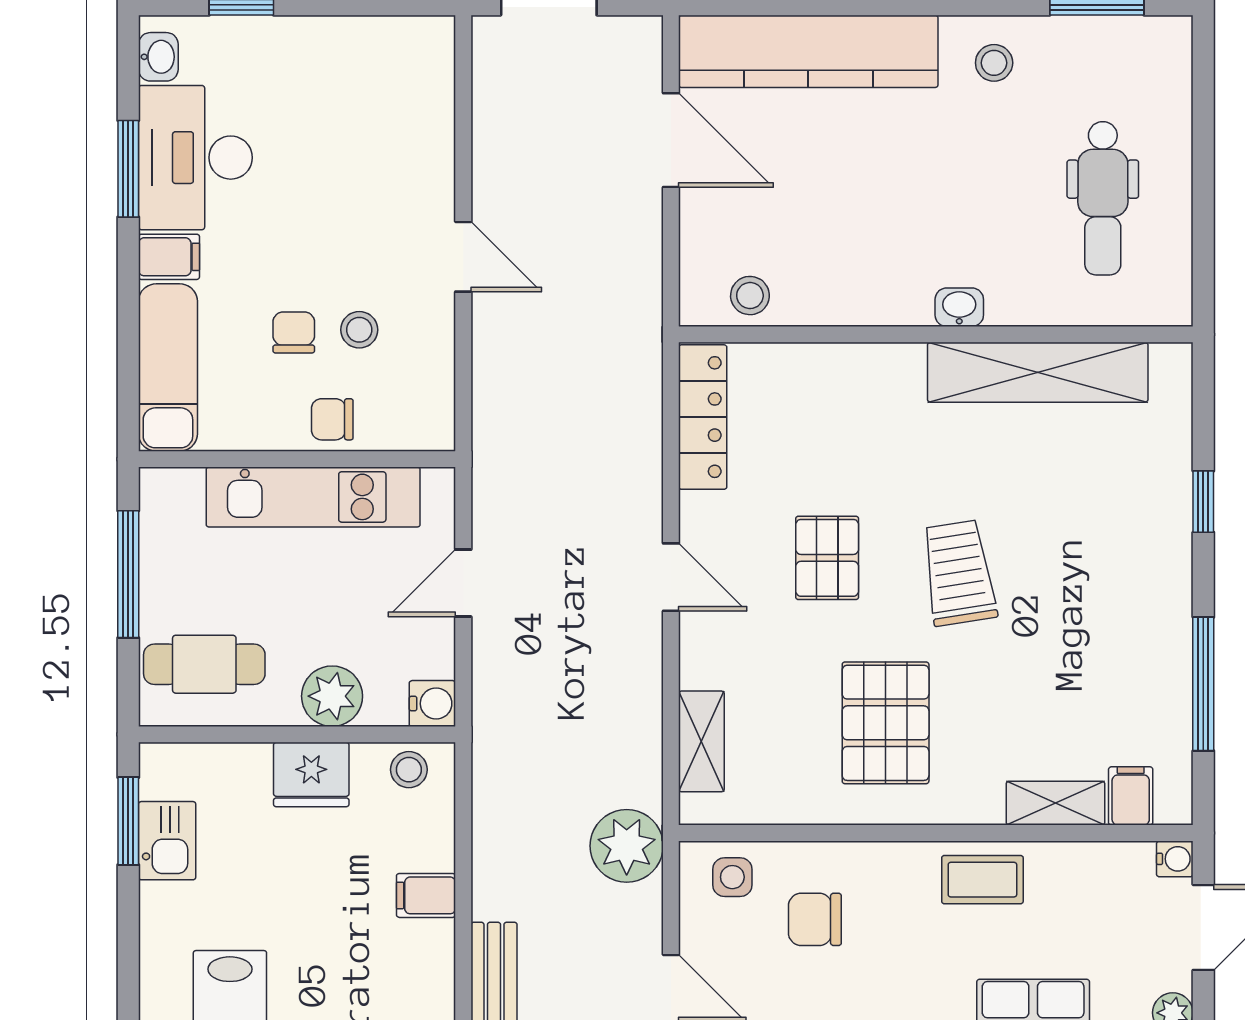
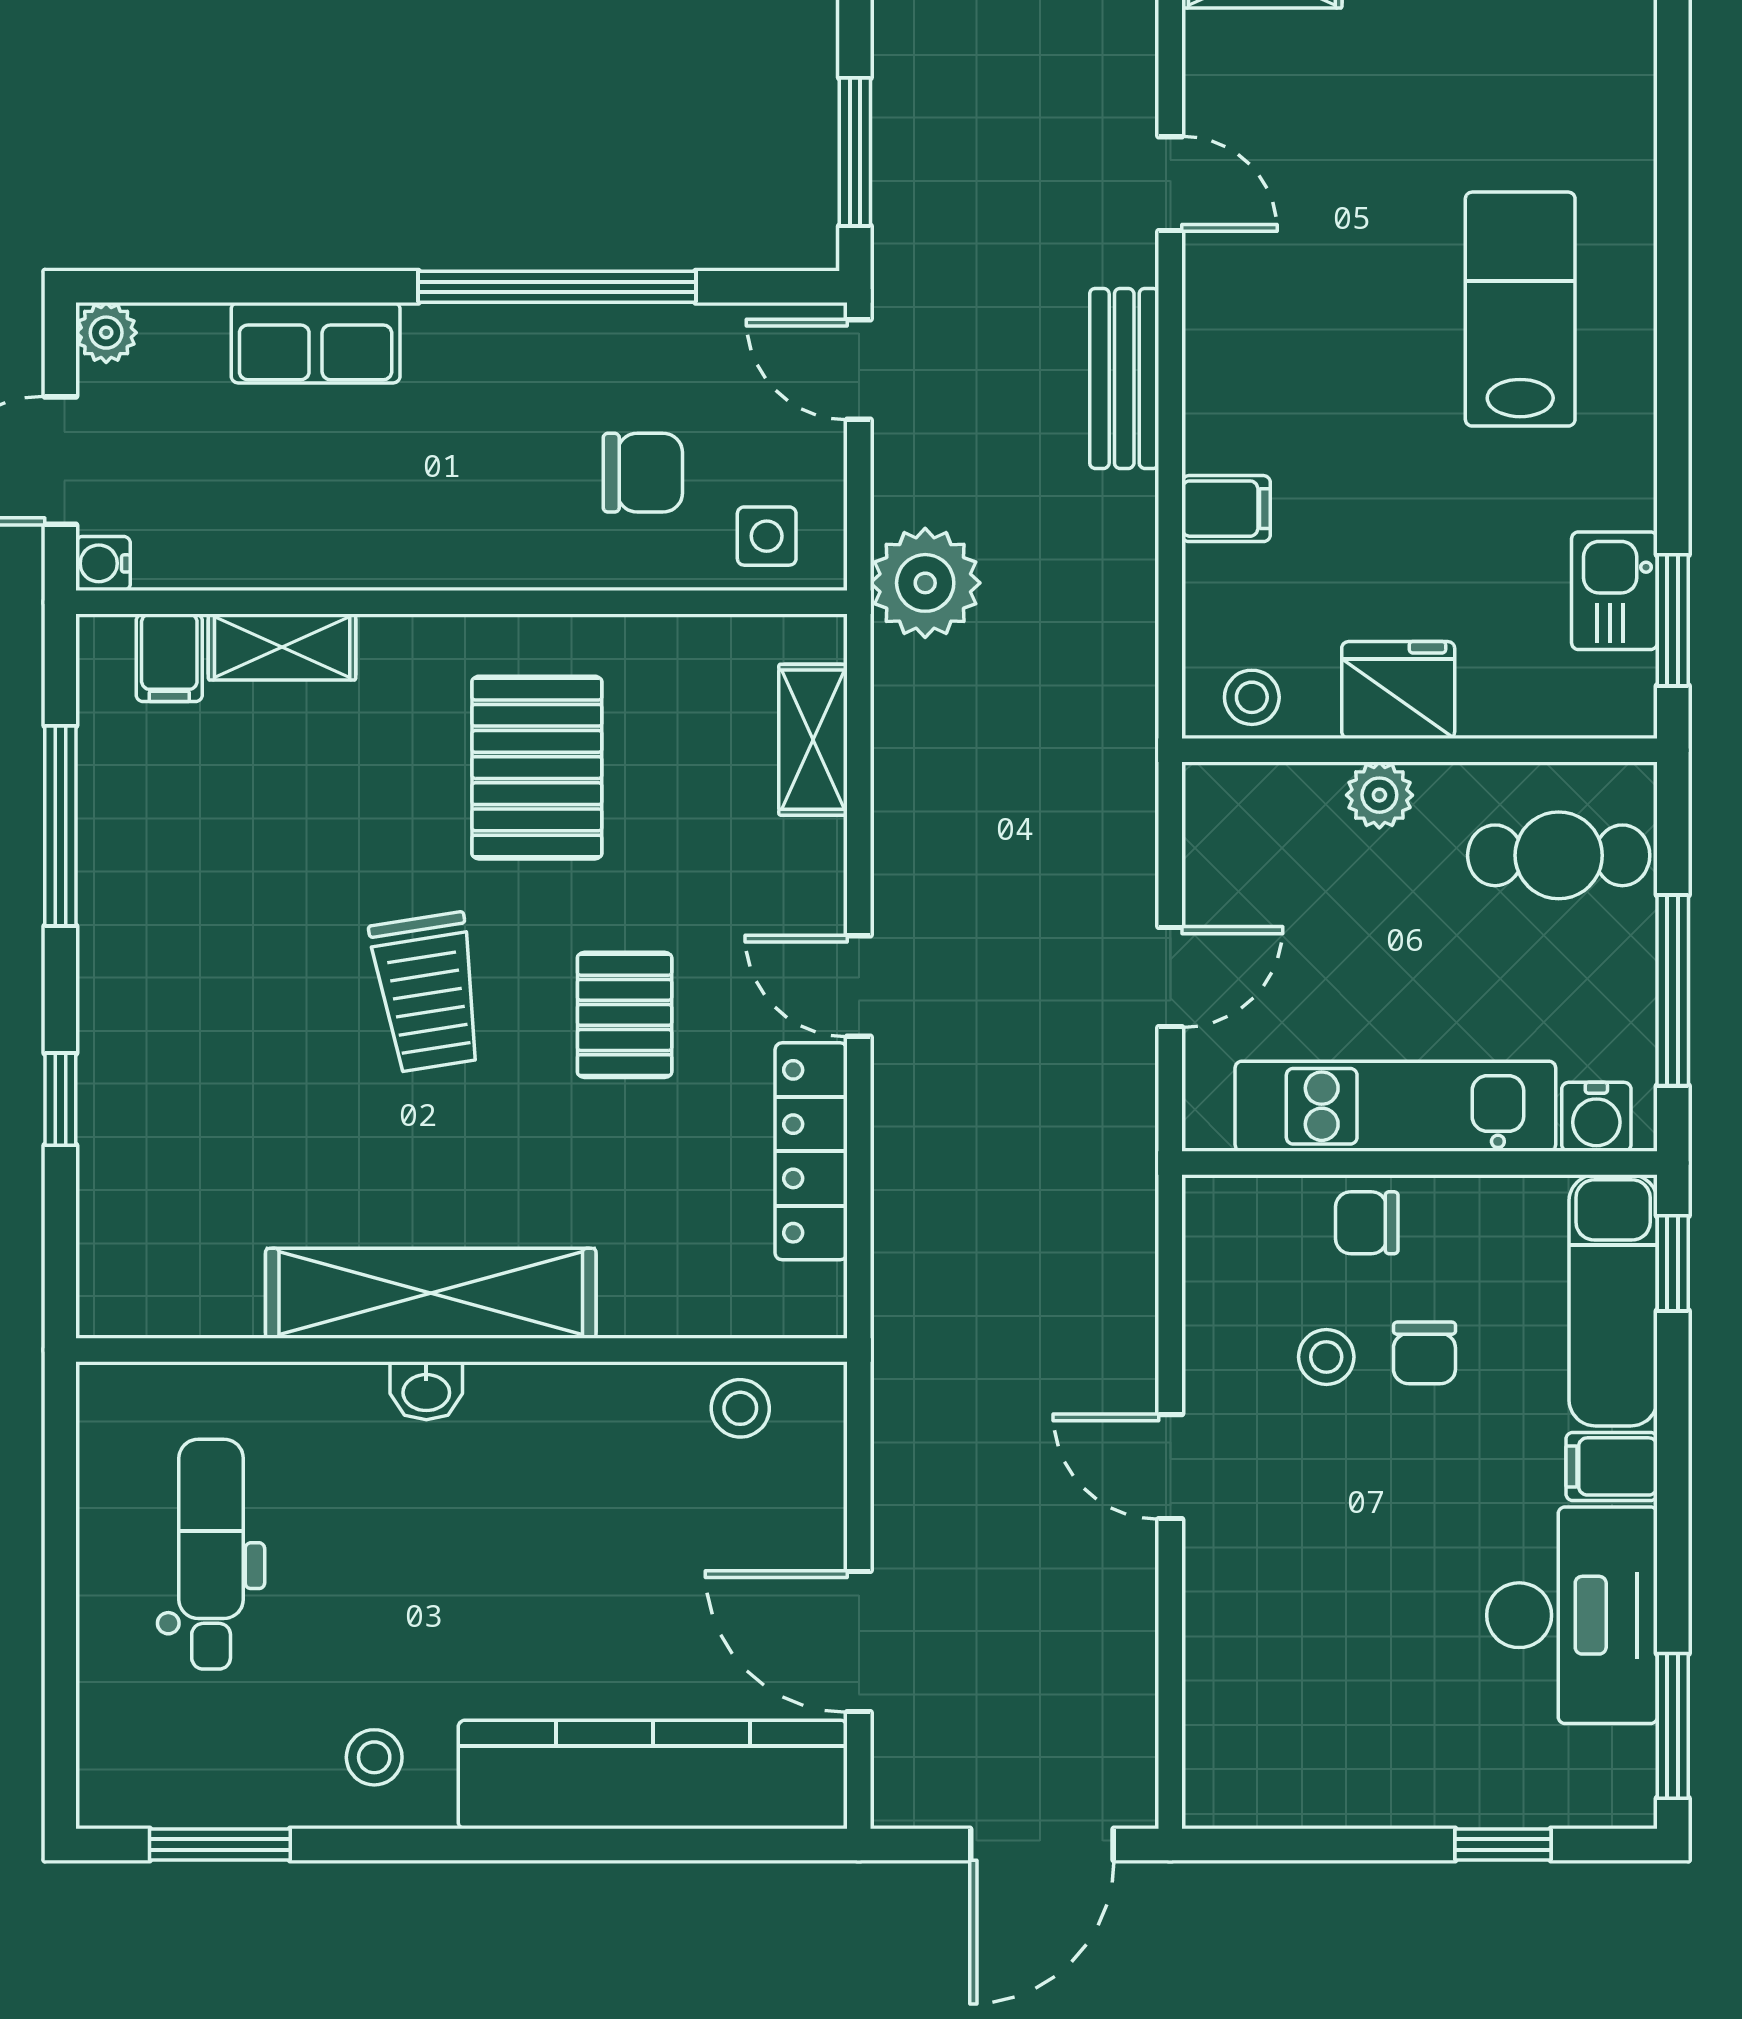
washbasin: (158, 57) -> (1628, 1766), removed
window: (128, 169) -> (1673, 1726), moved
shelving: (1038, 372) -> (431, 1293), moved
window: (128, 392) -> (1673, 1263), added
locker: (703, 417) -> (811, 1151), moved
chair: (332, 419) -> (1367, 1223), turned 180
plant: (332, 696) -> (1379, 795), width x0.73, depth x0.73
water cooler: (432, 704) -> (1596, 1117), moved, turned -90
coffee table: (982, 880) -> (392, 532), removed

